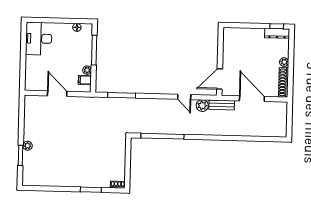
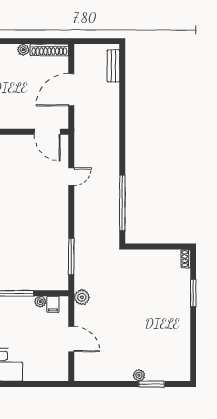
door: (57, 94) -> (71, 339), swing flipped
bench: (222, 105) -> (113, 66), moved
plant: (202, 106) -> (82, 297), moved

